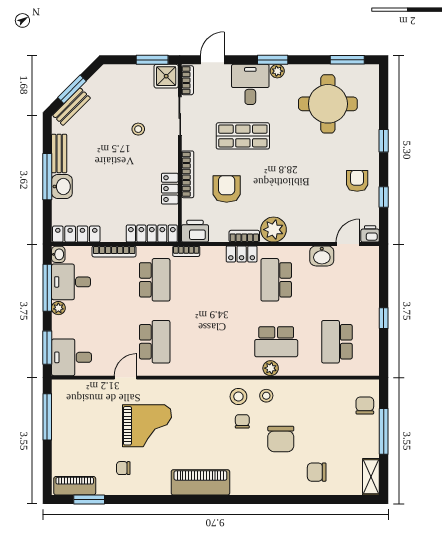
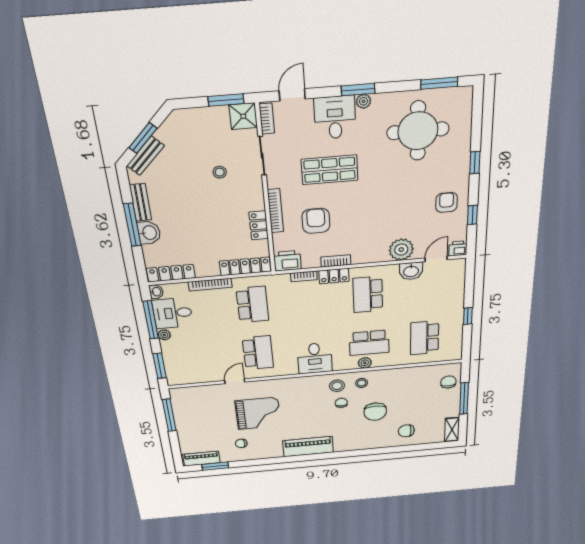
plant: (273, 230) -> (401, 250), moved
bookcase: (186, 251) -> (304, 276), moved
desk: (72, 357) -> (315, 358), moved, turned -90

